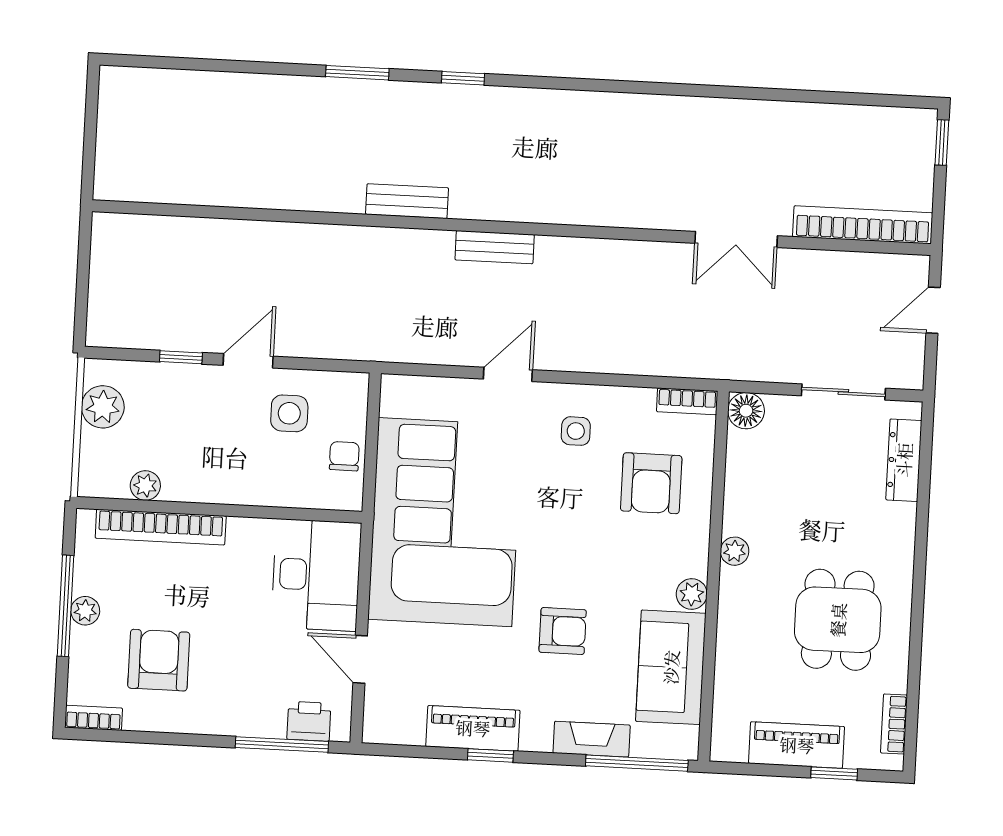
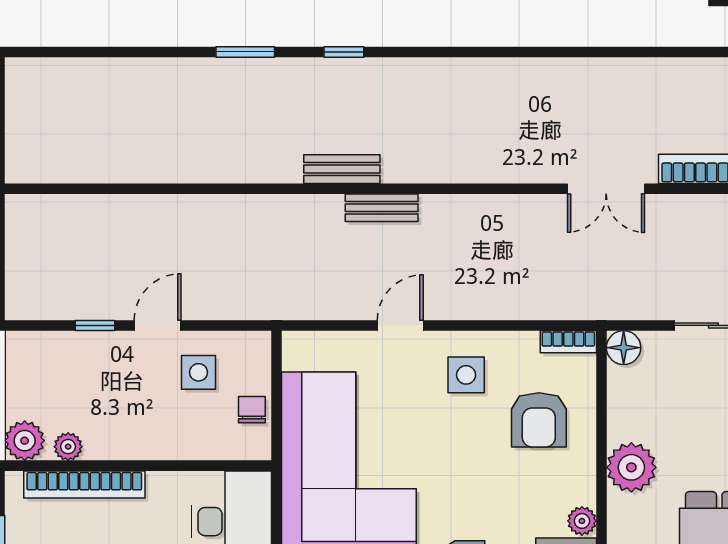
bench: (407, 201) -> (342, 169), moved
plant: (103, 407) -> (25, 441), moved
side table: (576, 431) -> (466, 375), width x1.37, depth x1.37
plant: (735, 551) -> (631, 467), width x1.87, depth x1.87

